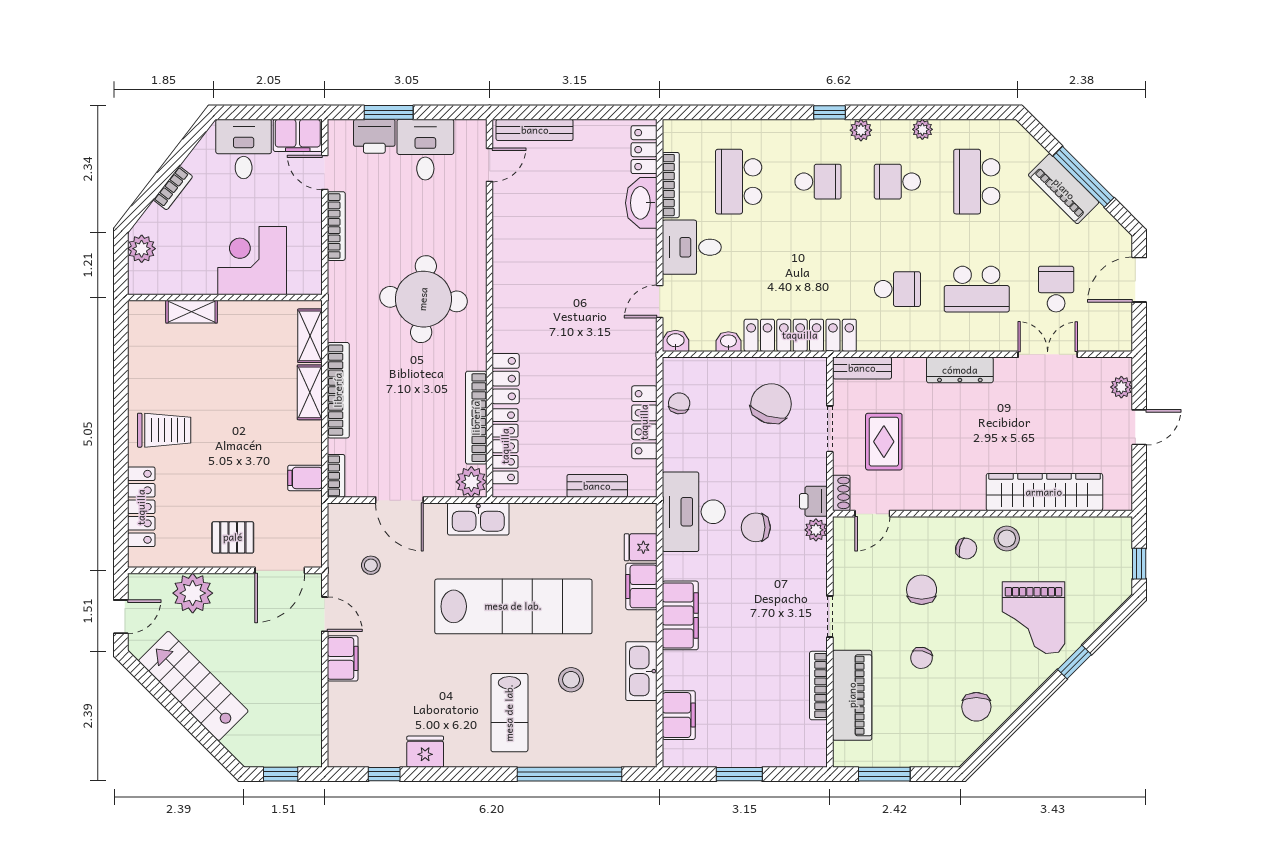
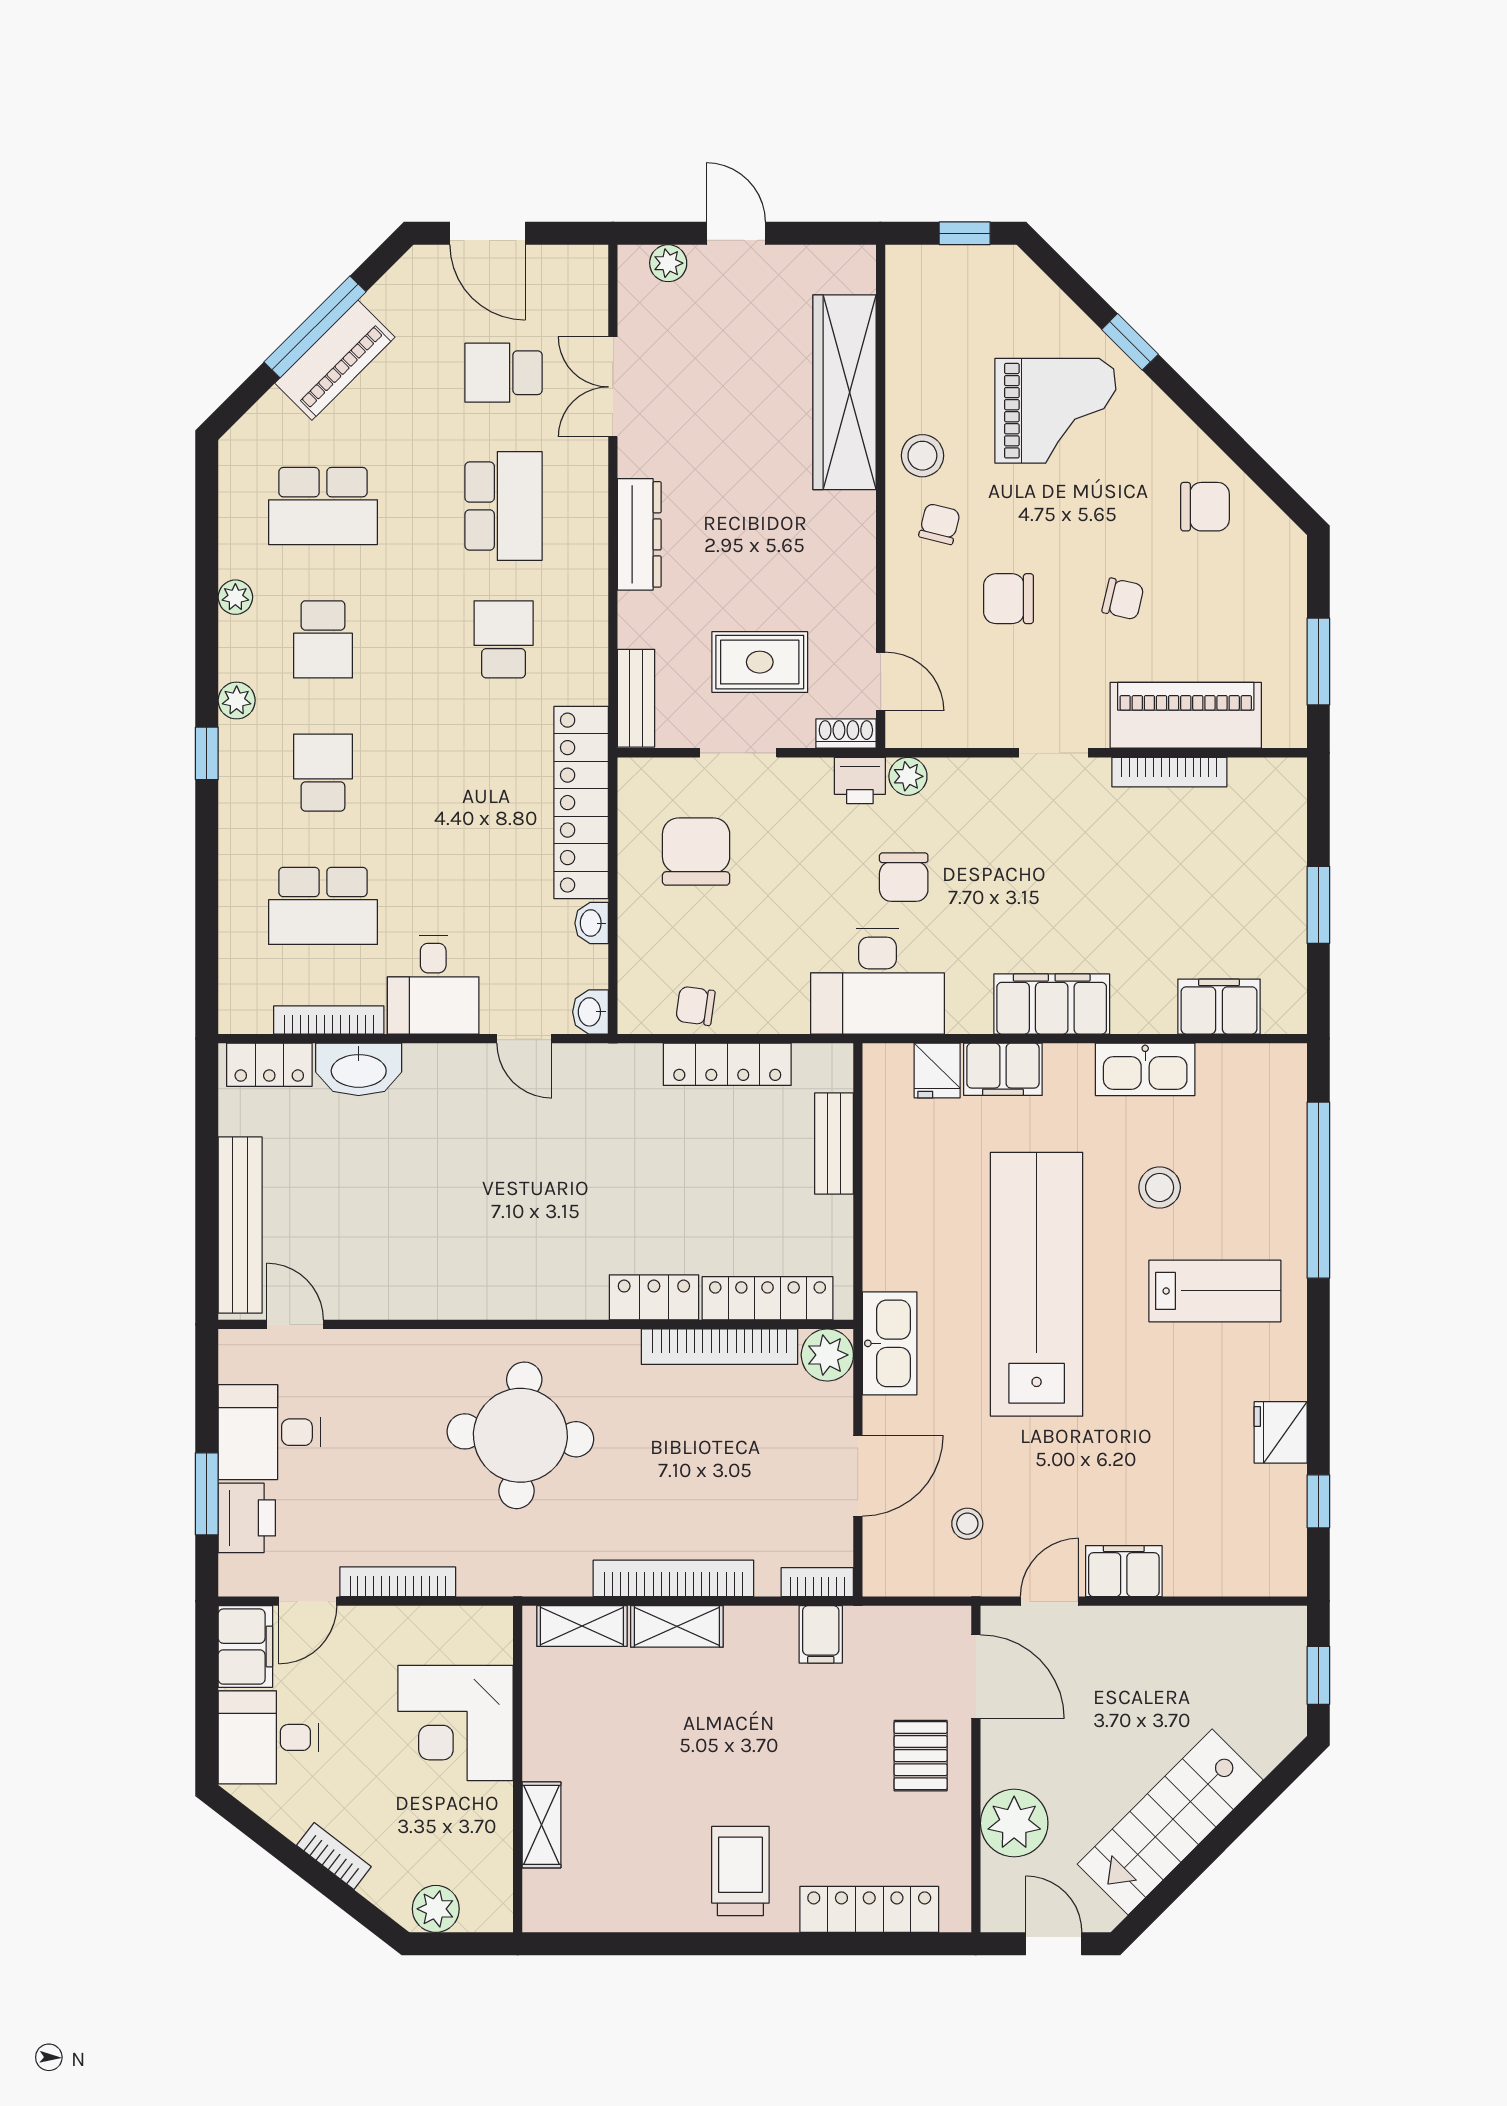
bench: (535, 130) -> (240, 1225), width x1.37, depth x1.21
chair: (771, 404) -> (696, 852), turned 71

